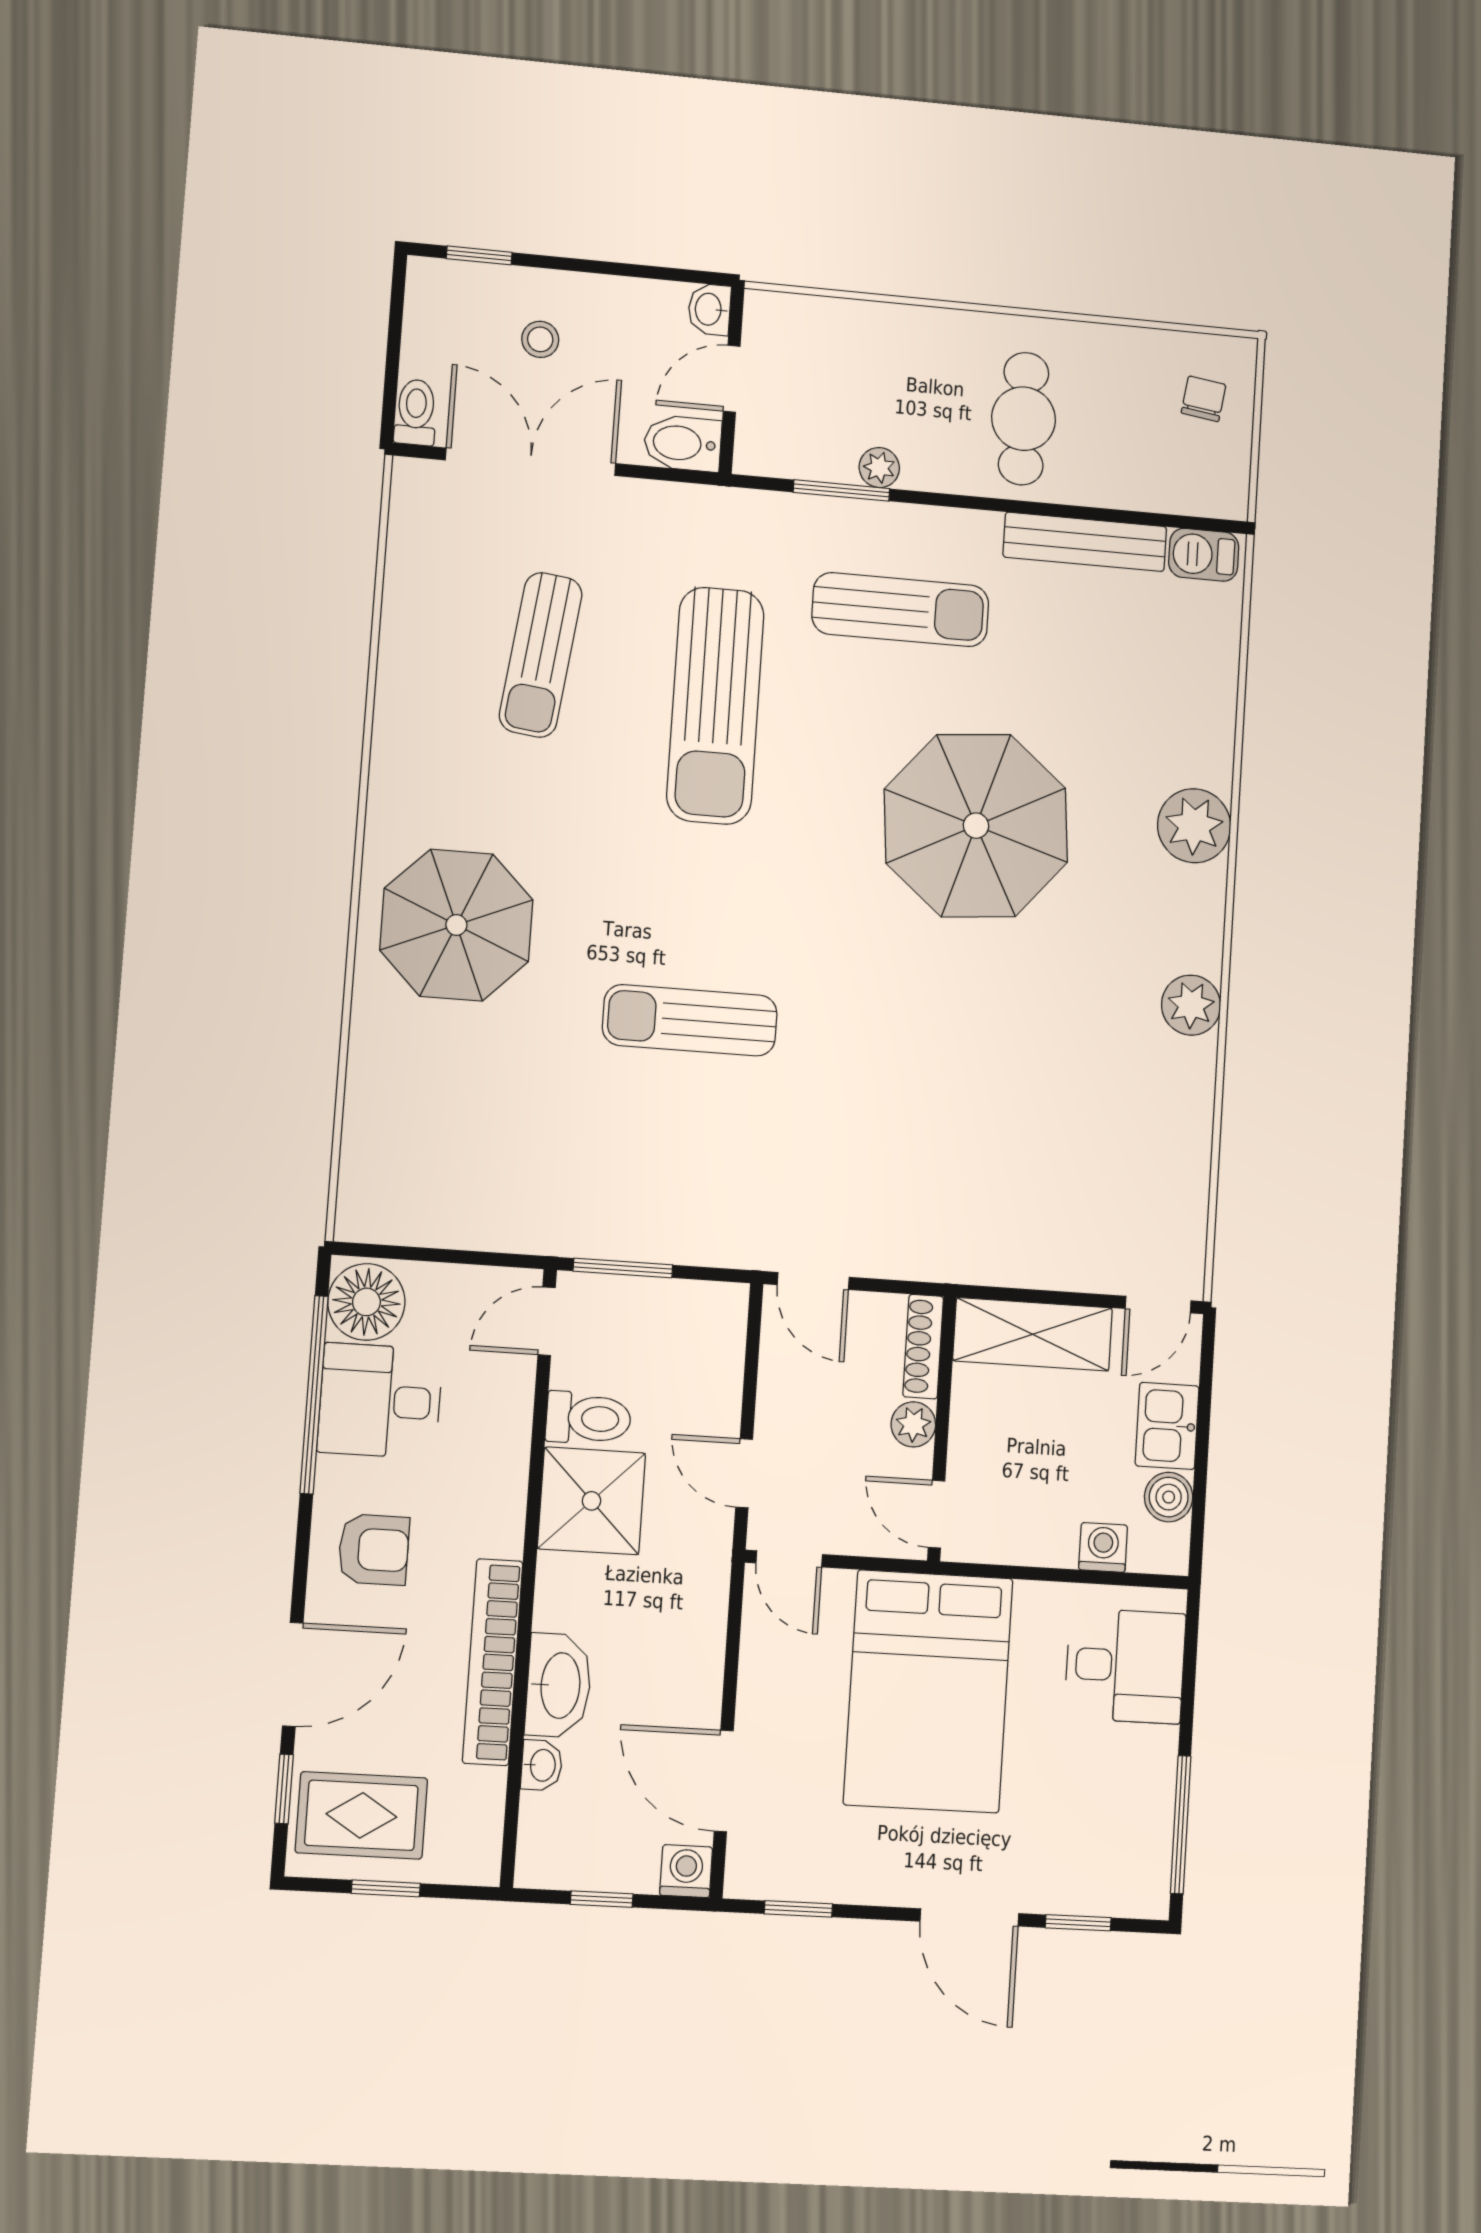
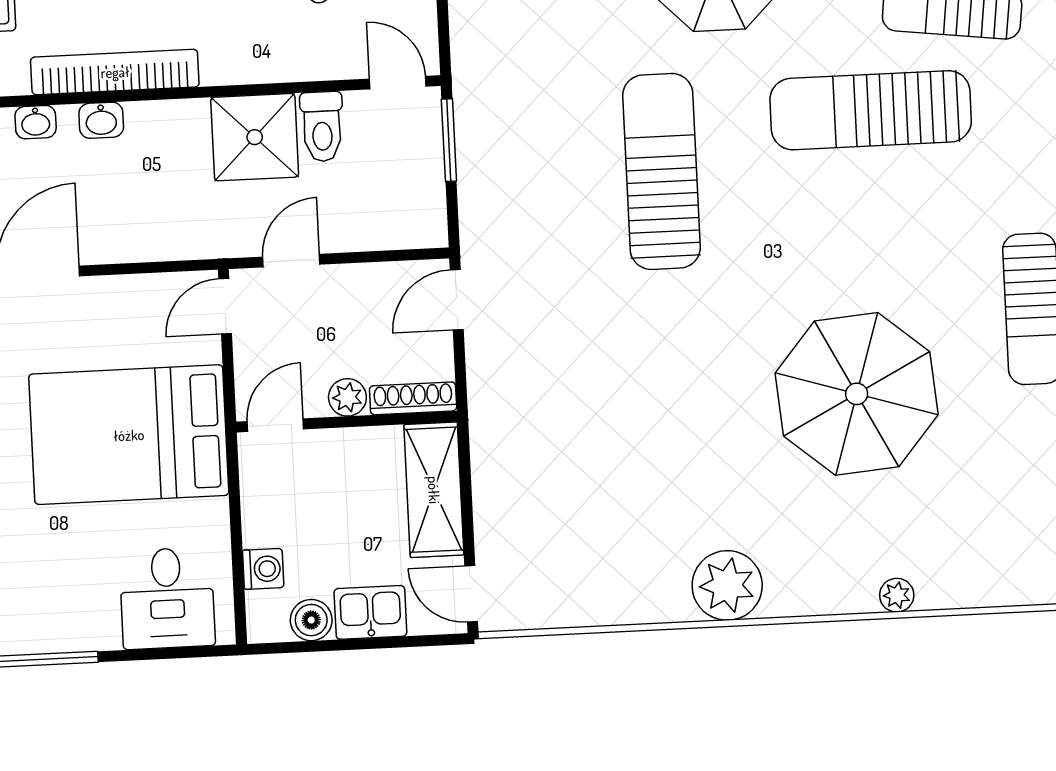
sun lounger: (715, 706) -> (871, 110), moved
plant: (1194, 826) -> (897, 595), width x0.53, depth x0.53
plant: (1191, 1005) -> (727, 585), width x1.36, depth x1.36
sun lounger: (690, 1020) -> (661, 171), width x1.36, depth x1.34
washbasin: (559, 1685) -> (101, 120), width x0.52, depth x0.69

